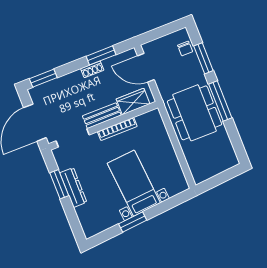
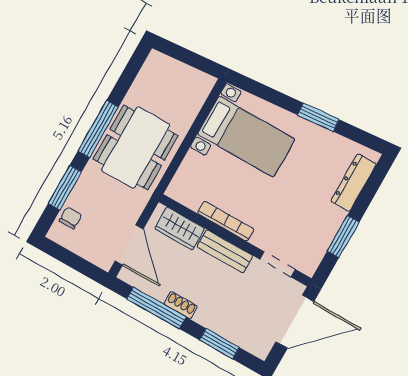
window: (101, 55) -> (156, 308), width x1.44
window: (43, 78) -> (219, 344), moved
doorway: (73, 138) -> (277, 264), width x0.73
bed with nightstands: (134, 183) -> (246, 137), moved, turned -85
dresser: (73, 188) -> (354, 183), moved

